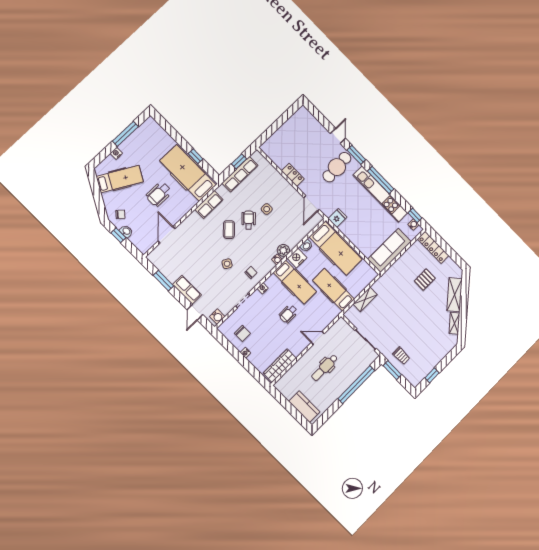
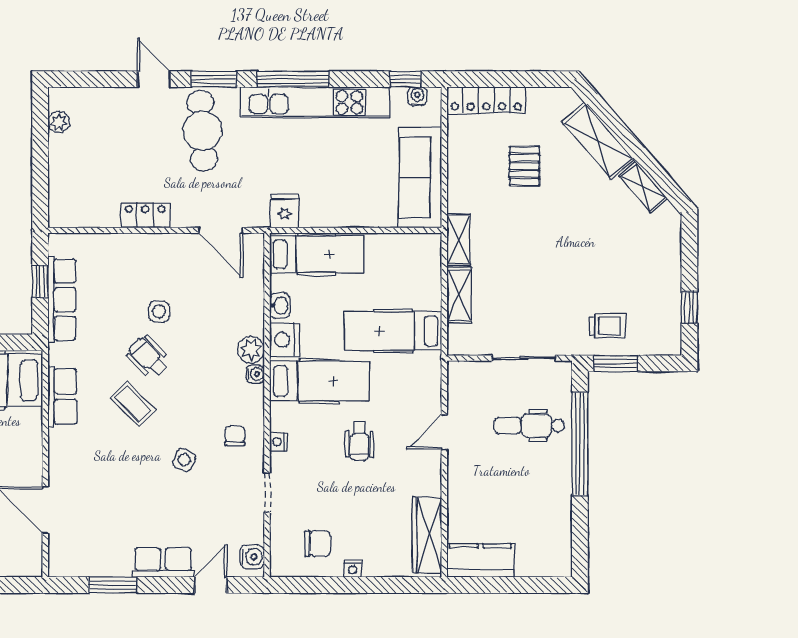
plant: (295, 119) -> (59, 122), added
hospital bed: (336, 248) -> (316, 254), width x0.73, depth x0.78
shelving: (382, 282) -> (459, 240), added
door: (195, 312) -> (210, 585), swing flipped
dental chair: (325, 368) -> (529, 425), moved, turned 90
kitchen counter: (304, 407) -> (480, 560), moved

